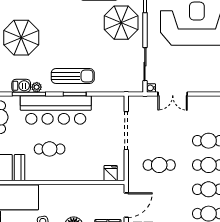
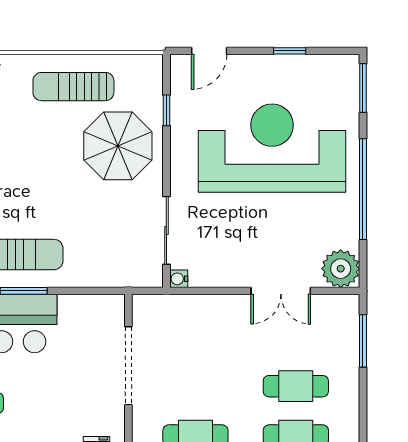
double door: (173, 94) -> (281, 291), moved

